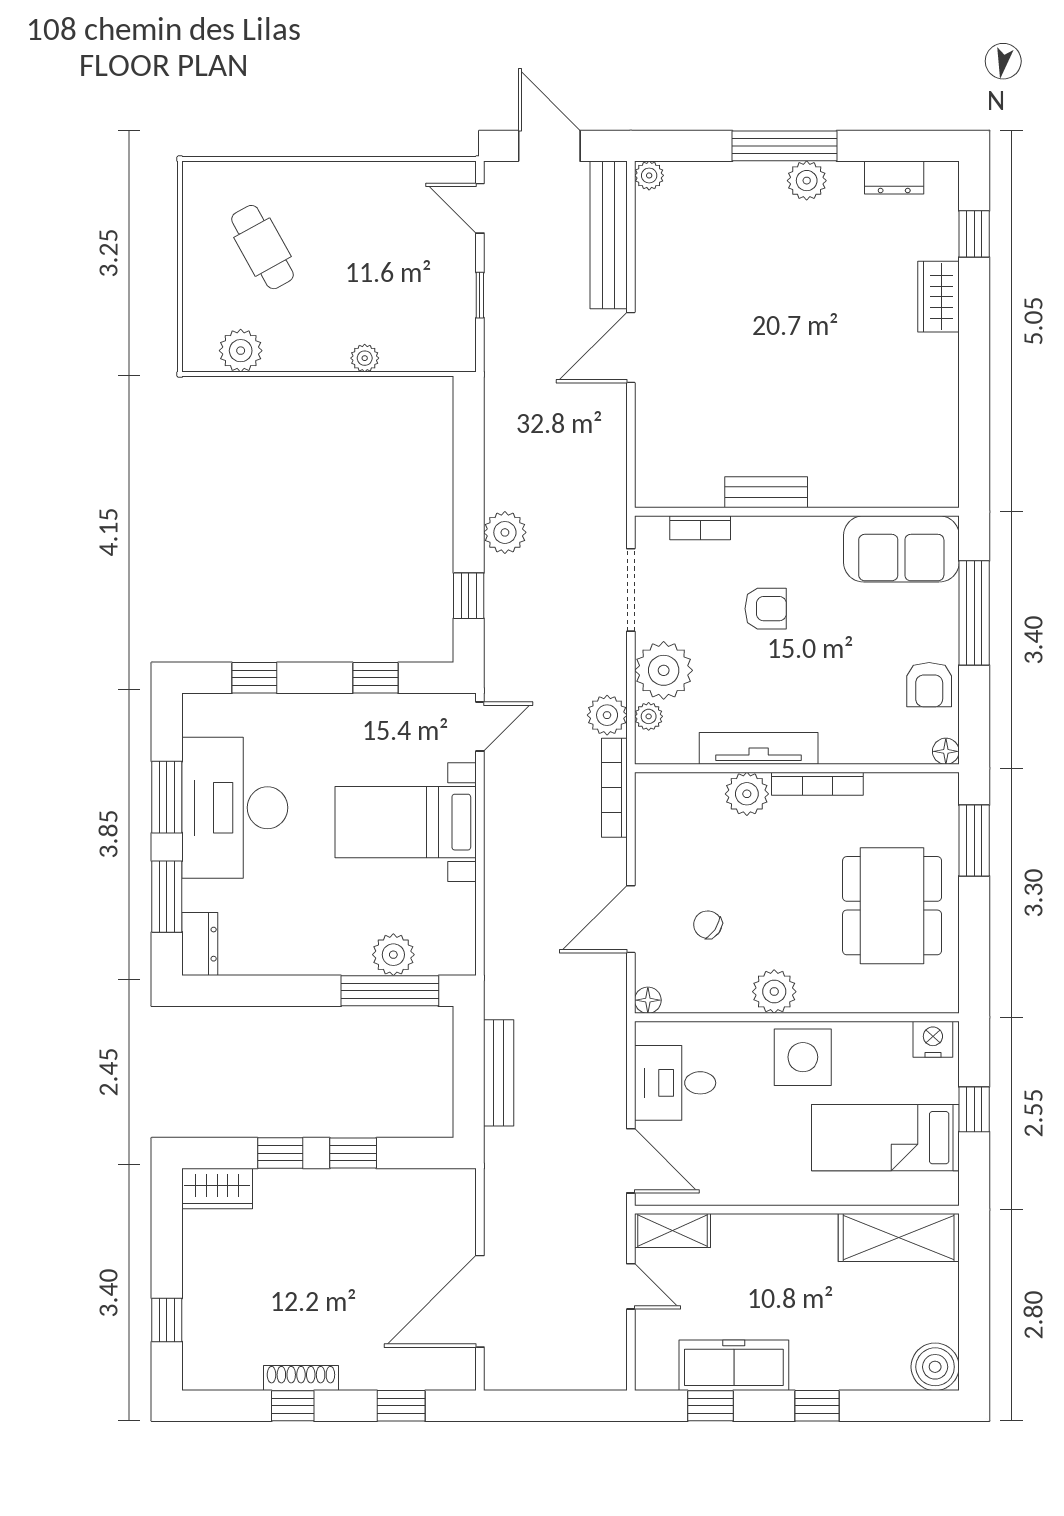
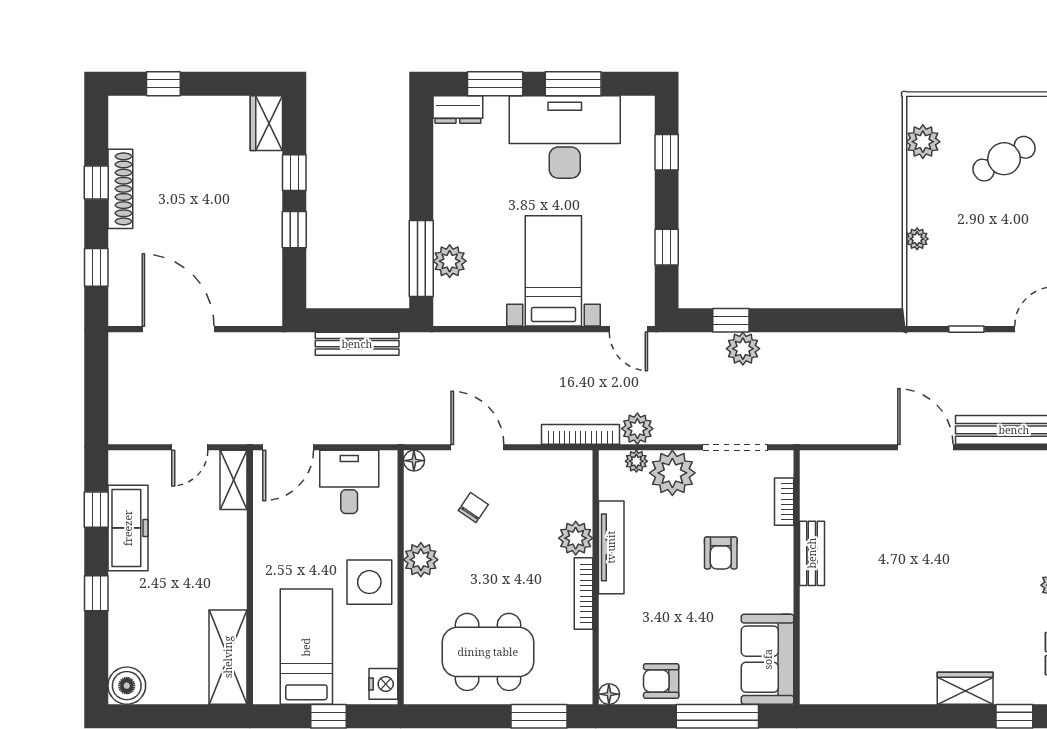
plant: (505, 532) -> (743, 349), moved
shoe rack: (301, 1378) -> (120, 189), width x1.36, depth x1.24

